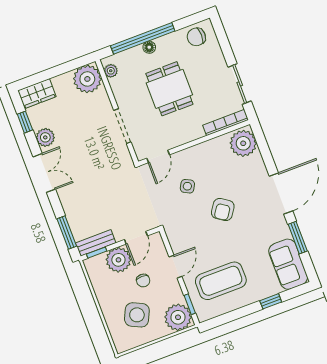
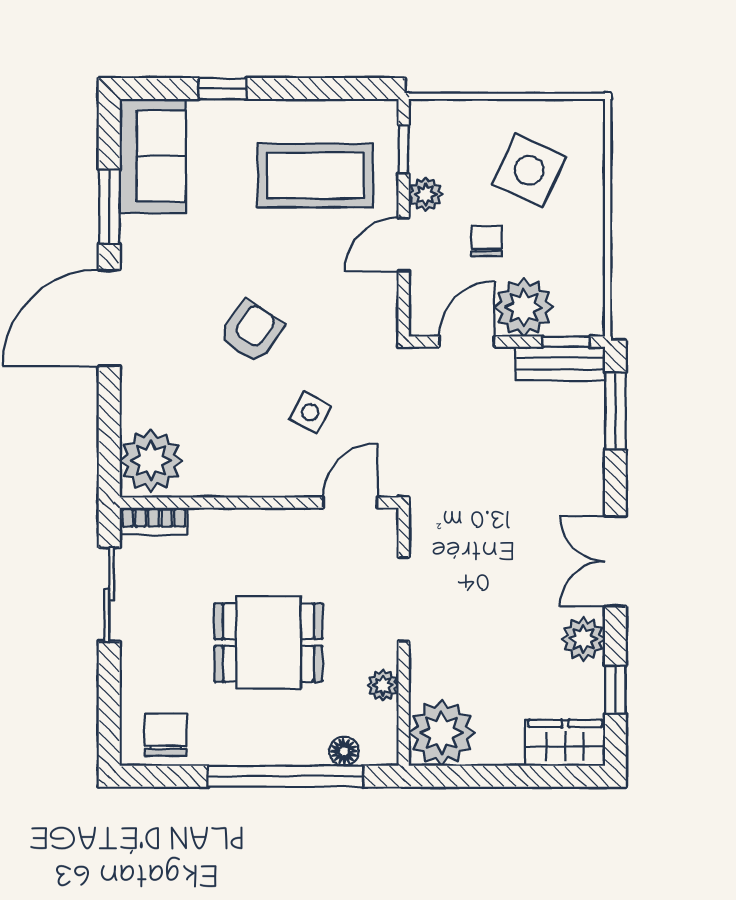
chair: (196, 37) -> (166, 735), turned -90
floor lamp: (149, 47) -> (344, 751), moved
plant: (111, 71) -> (383, 685), moved
dining table: (169, 89) -> (269, 642), turned 90
bookcase: (226, 123) -> (154, 521), width x0.64
plant: (178, 317) -> (425, 194), moved, width x0.53, depth x0.53

